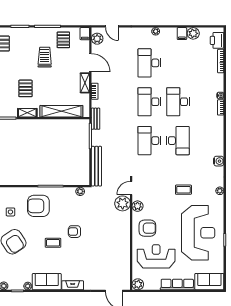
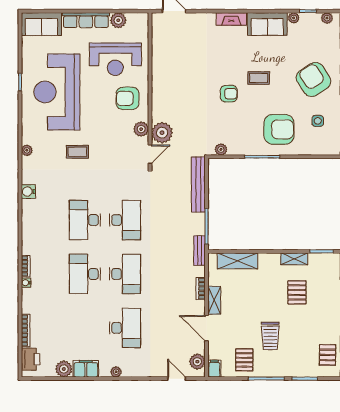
filing cabinet: (182, 34) -> (86, 369), width x2.00
desk: (178, 102) -> (85, 274), turned 180
shelving: (61, 111) -> (237, 261), width x0.68
plant: (138, 284) -> (118, 20), moved

